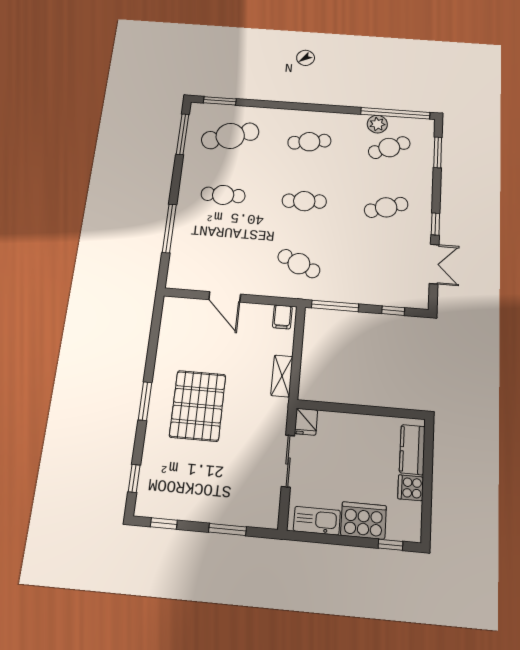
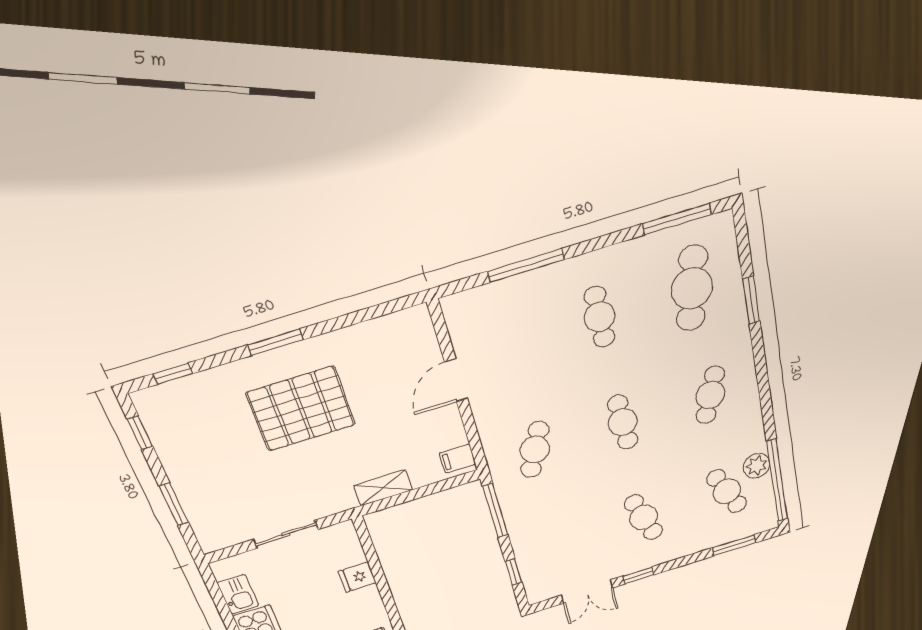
window: (220, 101) -> (751, 300), moved
cafe table: (230, 136) -> (692, 288), turned 30
cafe table: (309, 142) -> (710, 395), turned 30
fridge: (306, 422) -> (357, 577), moved
kitchen sink: (317, 521) -> (238, 594), width x0.73

